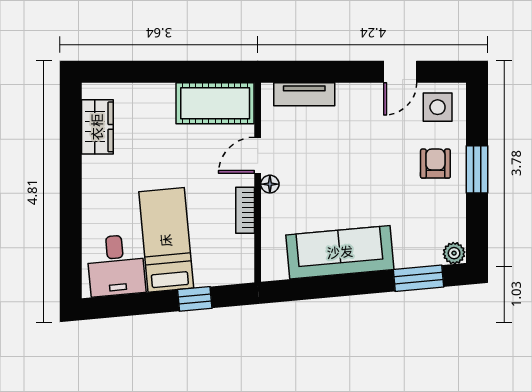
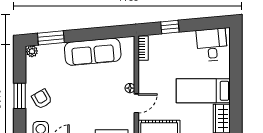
armchair: (435, 164) -> (42, 99), turned 150
bookcase: (245, 210) -> (143, 48), moved
bed: (166, 240) -> (203, 91), moved, turned 95

